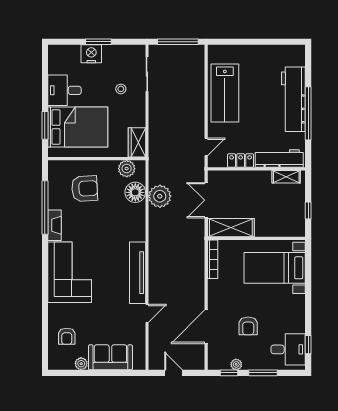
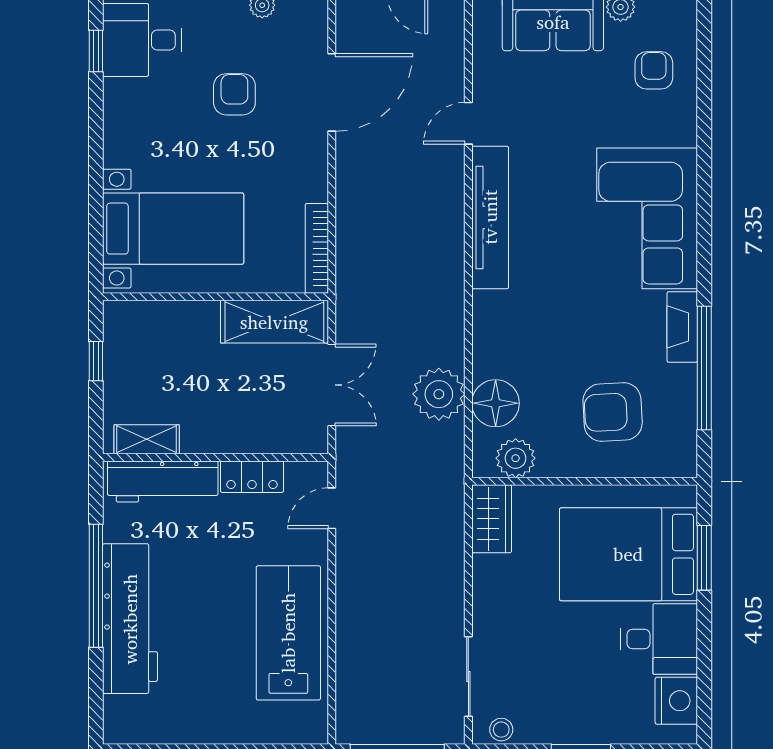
nightstand: (91, 54) -> (676, 701), moved, turned -90
stool: (121, 89) -> (501, 730), moved

